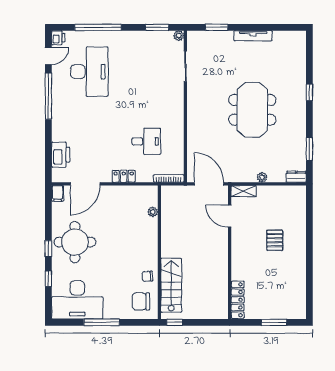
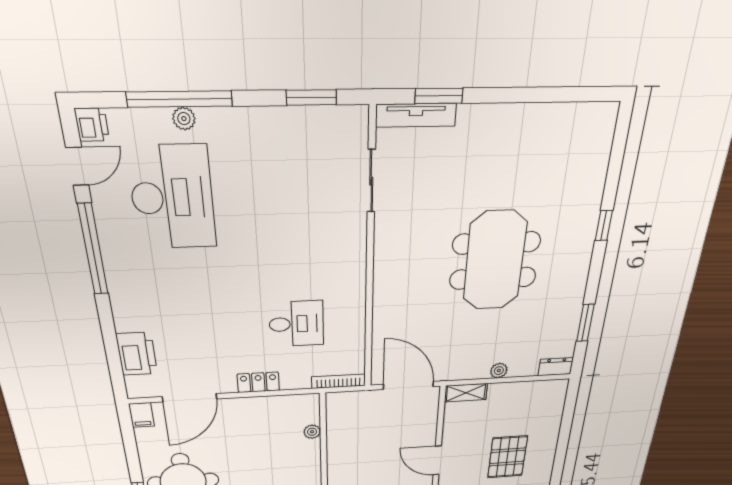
plant: (179, 36) -> (184, 119), moved
tv unit: (253, 36) -> (416, 115), moved
door: (230, 216) -> (437, 460), moved
pallet: (275, 240) -> (508, 457), width x1.50, depth x1.42

